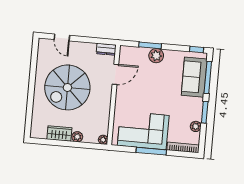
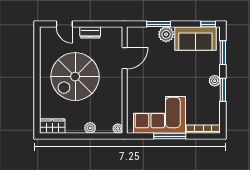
dresser: (106, 49) -> (90, 32), moved
sofa: (194, 77) -> (195, 39), moved, turned -90
window: (208, 77) -> (223, 53), width x0.69
plant: (196, 126) -> (215, 81), moved
wardrobe: (59, 134) -> (52, 126), moved

